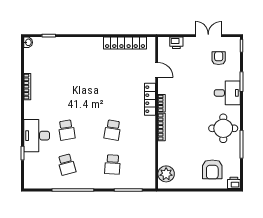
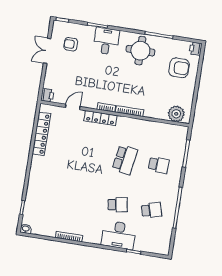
printer: (176, 43) -> (47, 95), moved
school desk: (112, 130) -> (125, 160), width x1.85

